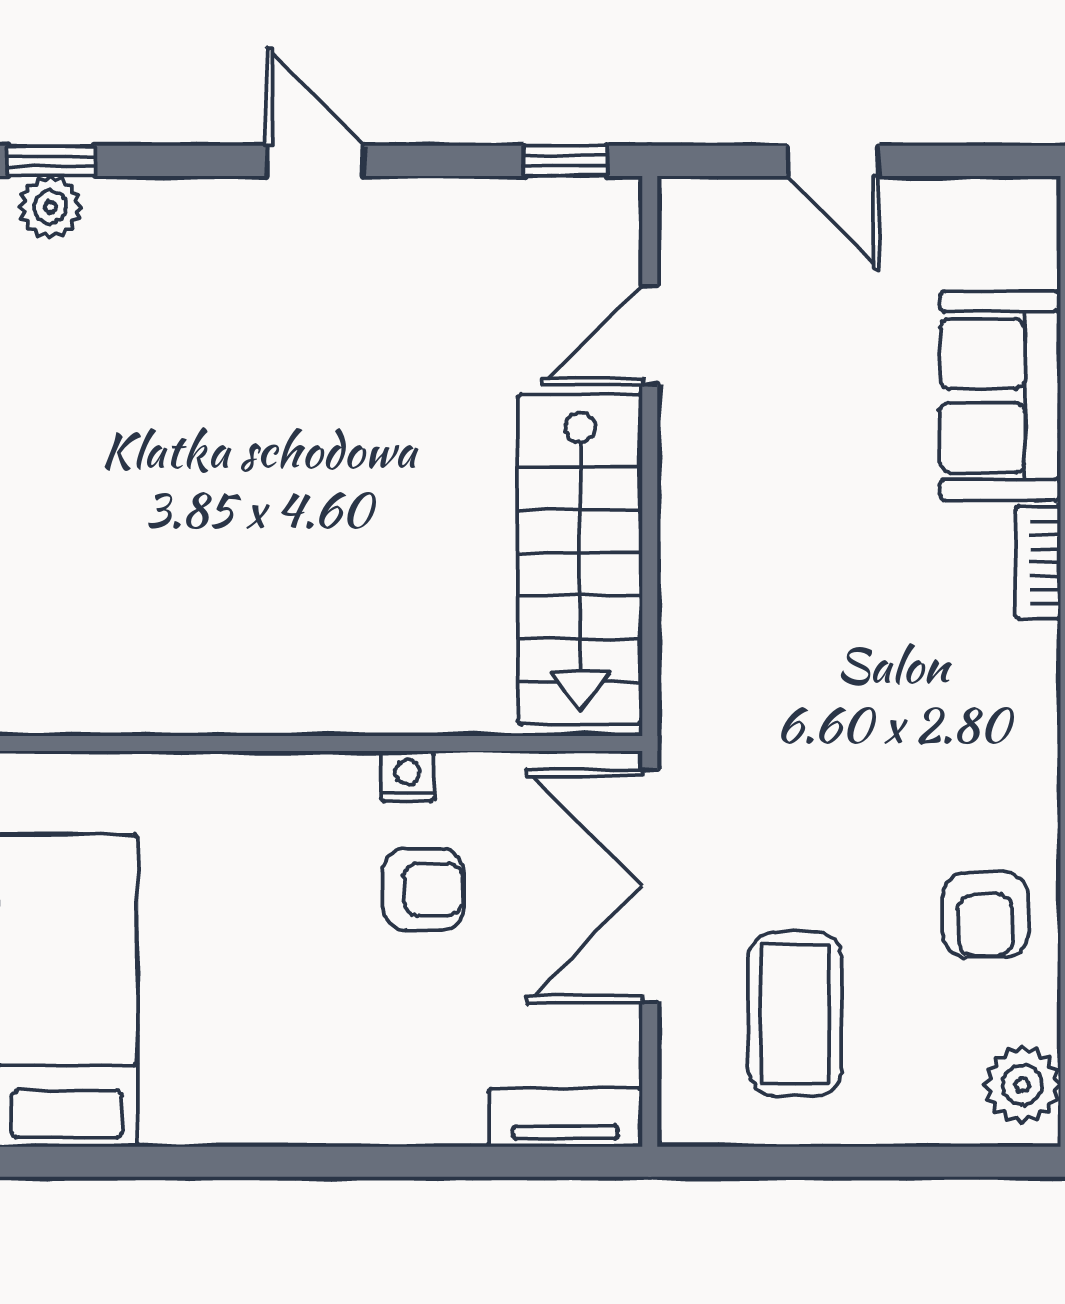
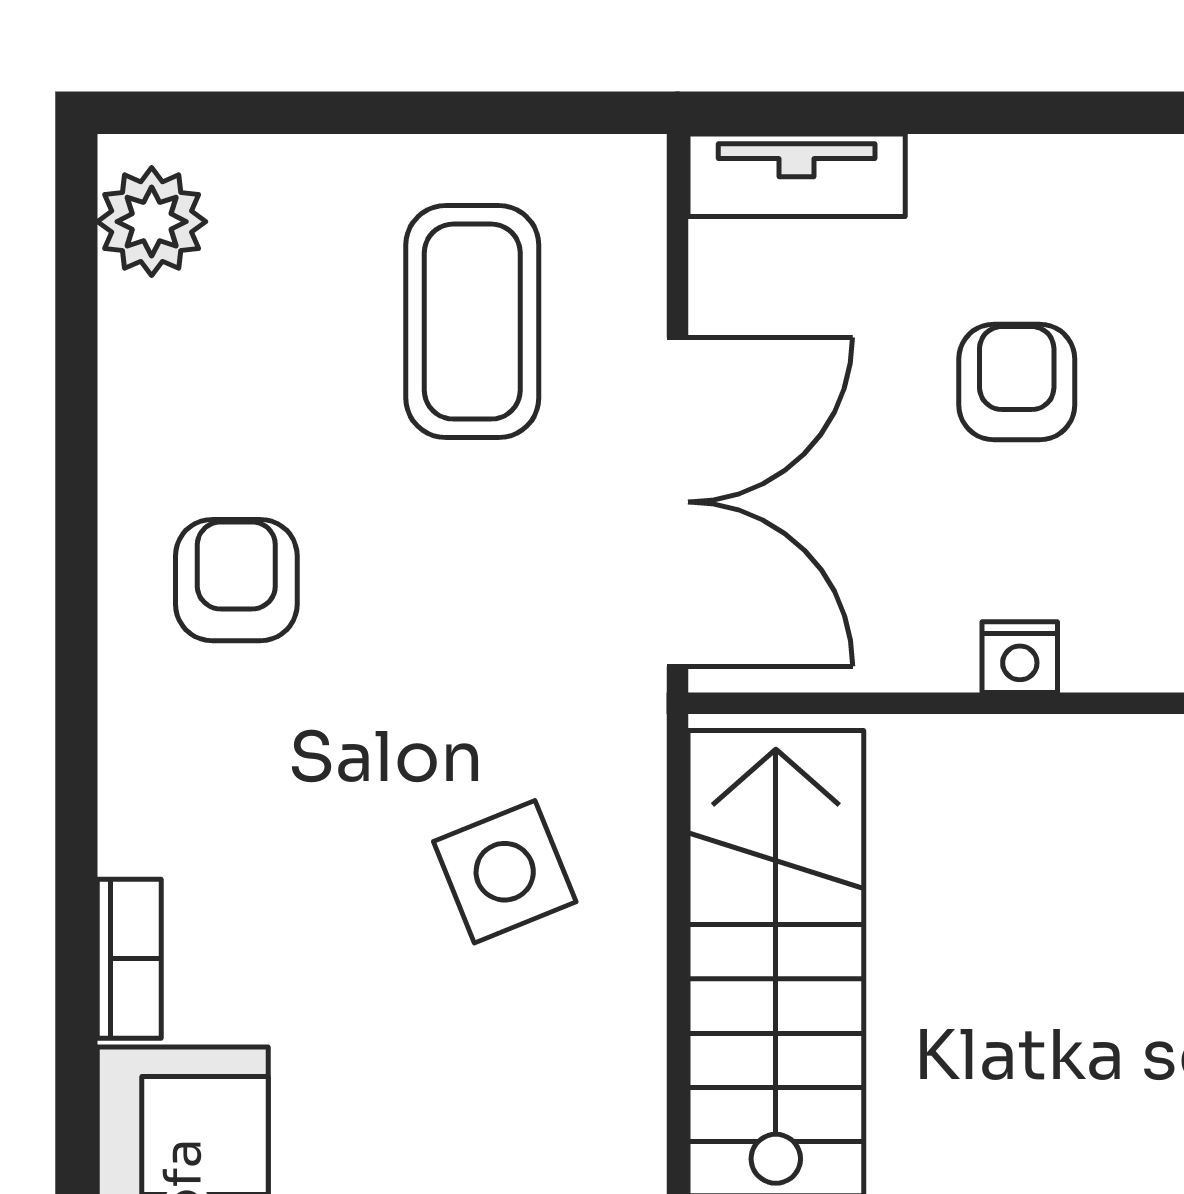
side table: (772, 624) -> (505, 872), added
armchair: (423, 889) -> (1017, 382), moved, turned 90
armchair: (985, 915) -> (236, 580), moved

